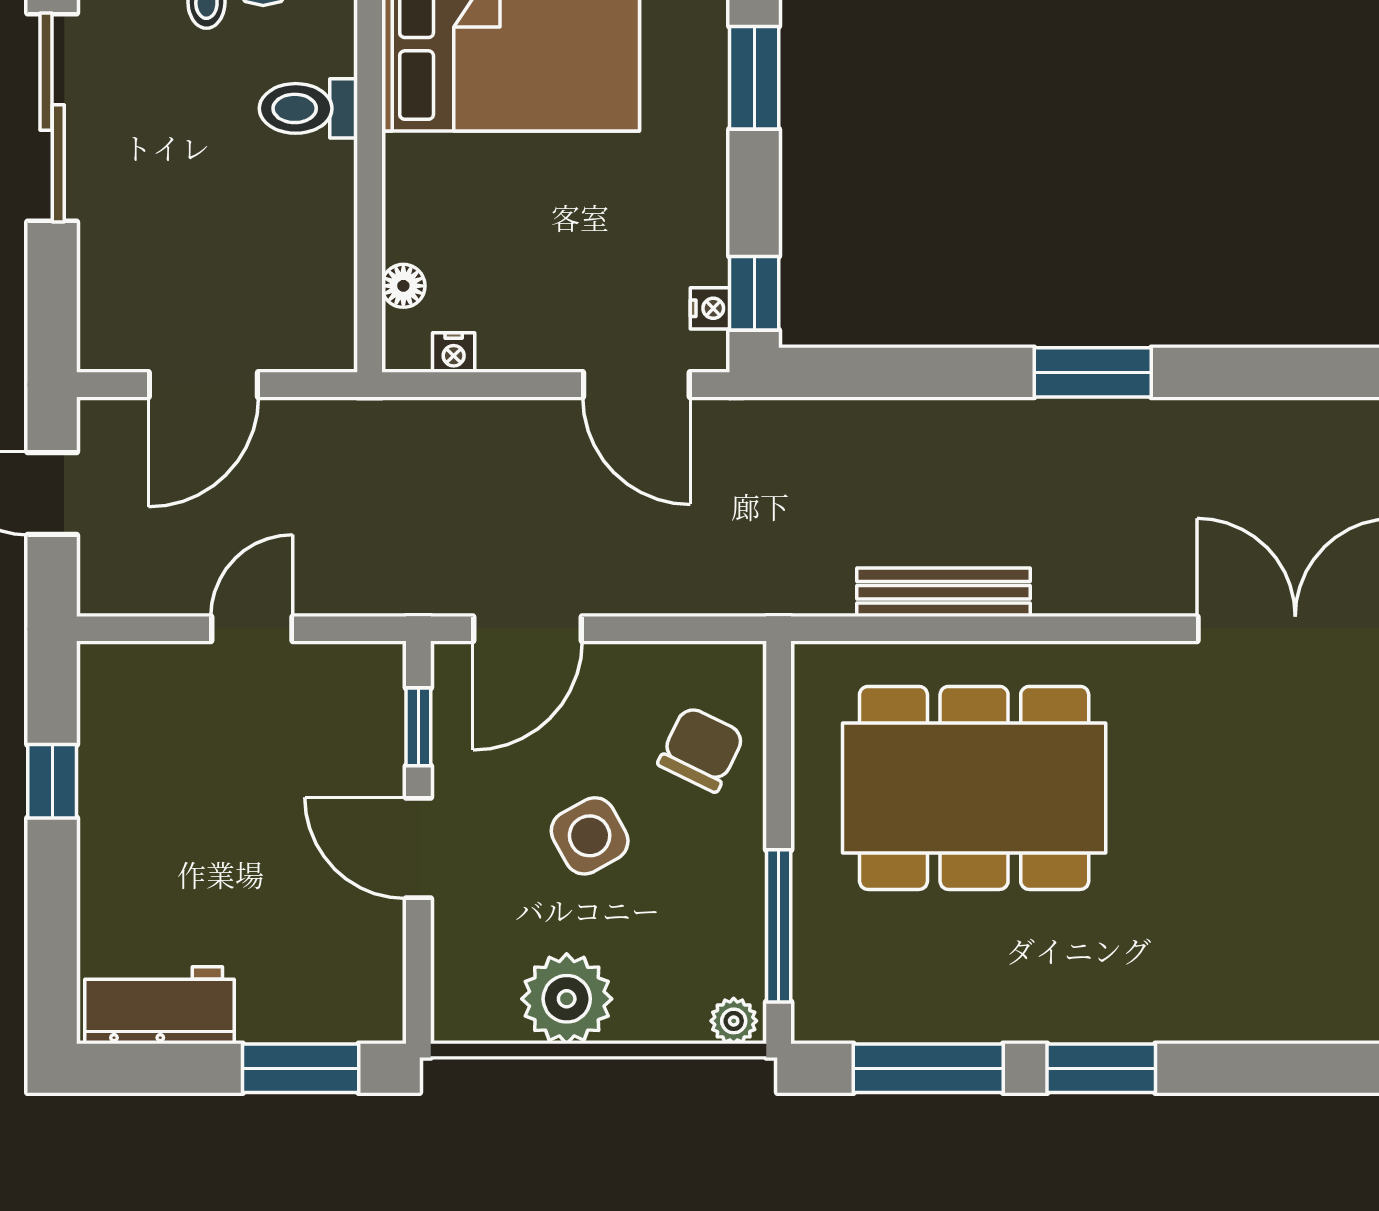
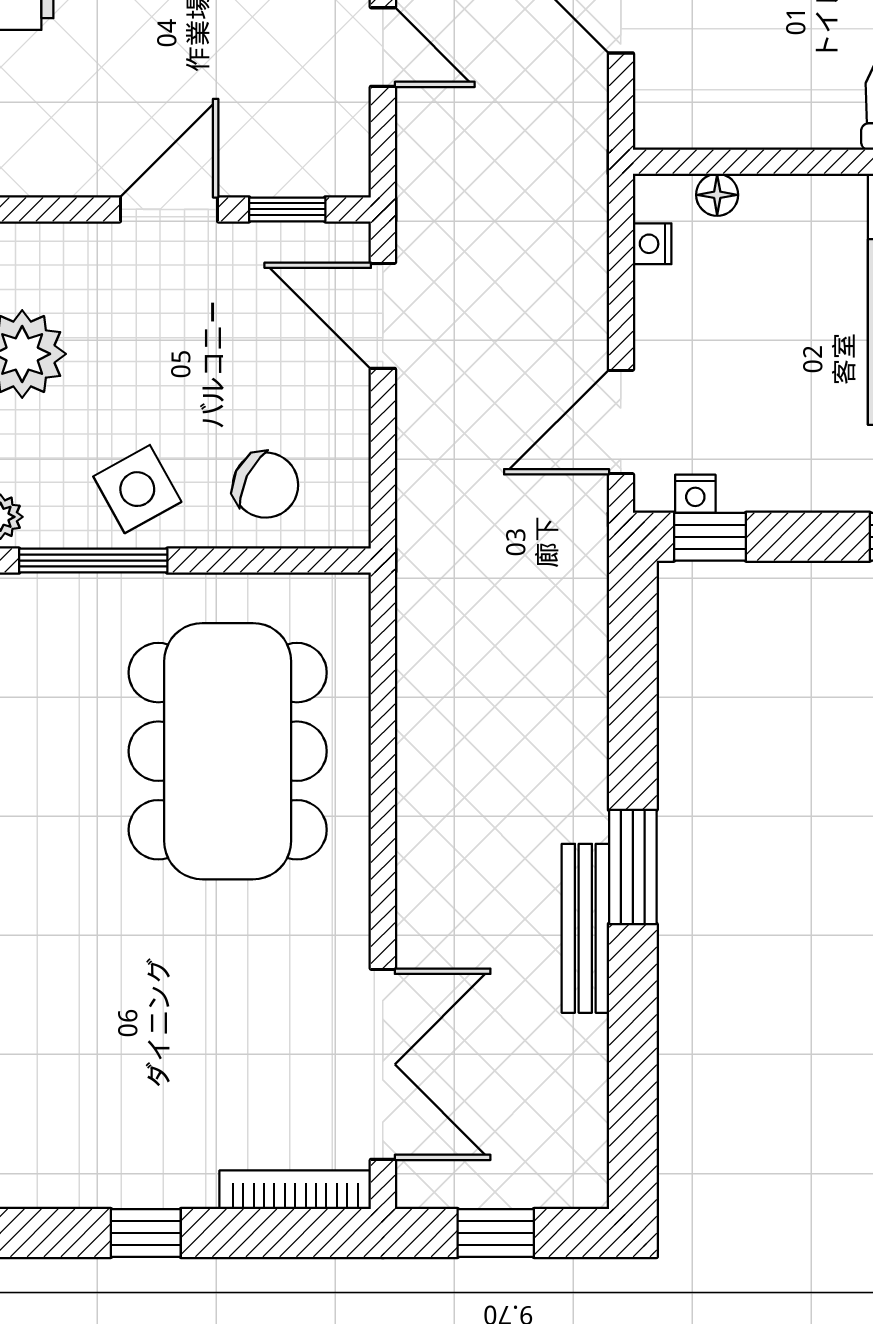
bench: (944, 592) -> (585, 928), moved
side table: (590, 836) -> (137, 489), moved

